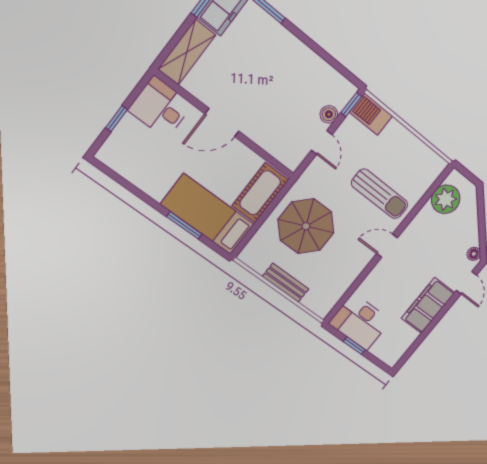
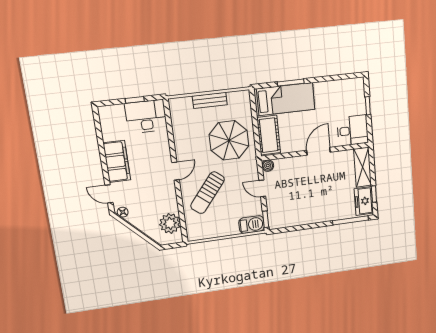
boiler: (329, 114) -> (268, 166), moved
sun lounger: (380, 194) -> (208, 193), turned -51

